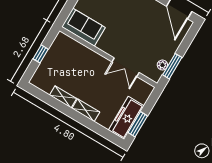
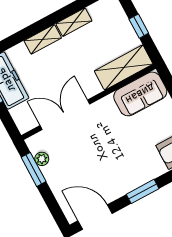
shelving: (73, 48) -> (124, 68), added
double door: (126, 67) -> (65, 115), width x1.37

